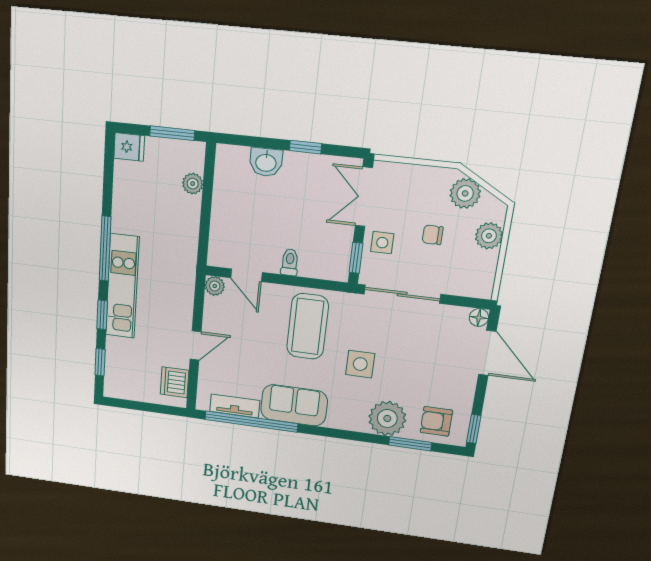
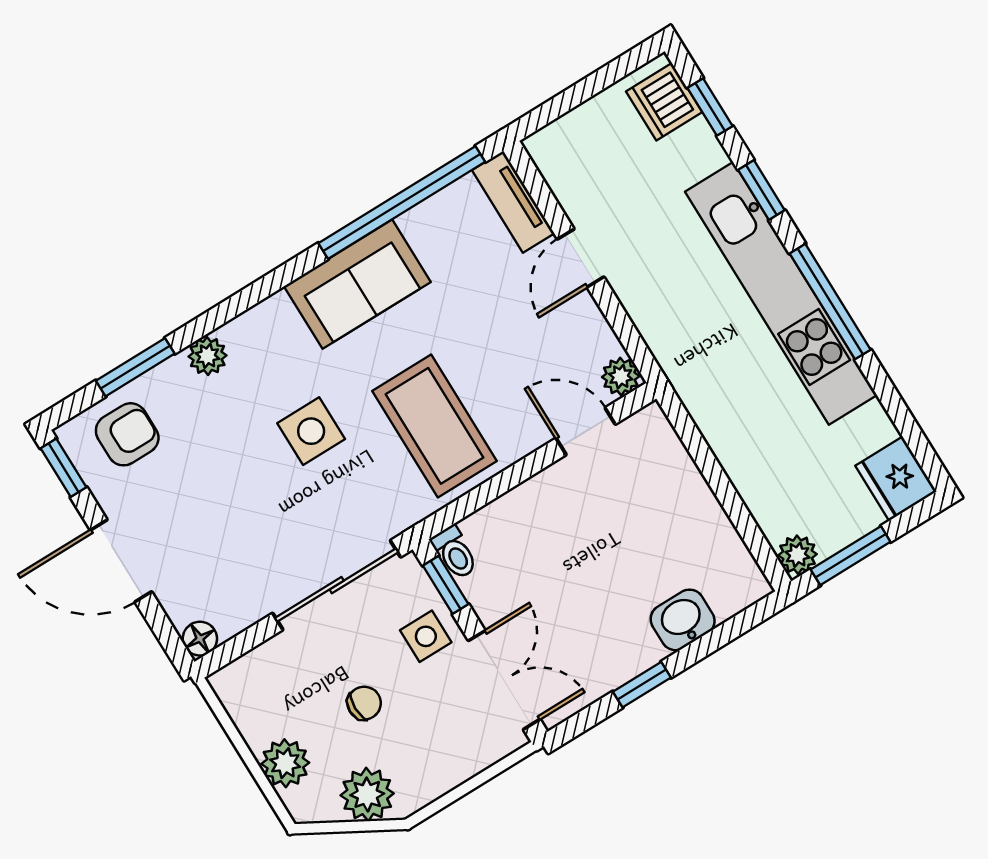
fridge: (129, 147) -> (896, 479), width x1.38
plant: (193, 184) -> (798, 555), moved
toilet: (290, 262) -> (454, 553), moved
kitchen unit: (122, 286) -> (781, 293), width x1.36
door: (487, 353) -> (121, 561), moved
dishwasher: (175, 382) -> (664, 102), moved, turned 180
tv unit: (235, 406) -> (513, 202), moved, turned 90
plant: (387, 418) -> (208, 356), width x0.53, depth x0.53

